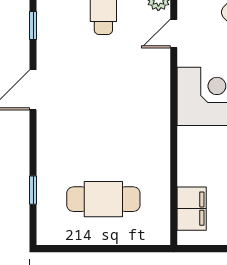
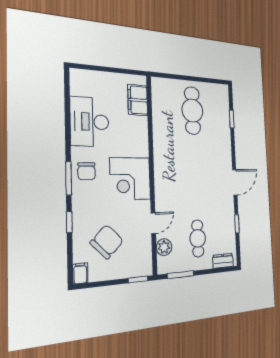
cafe table: (103, 199) -> (192, 111), turned 90

